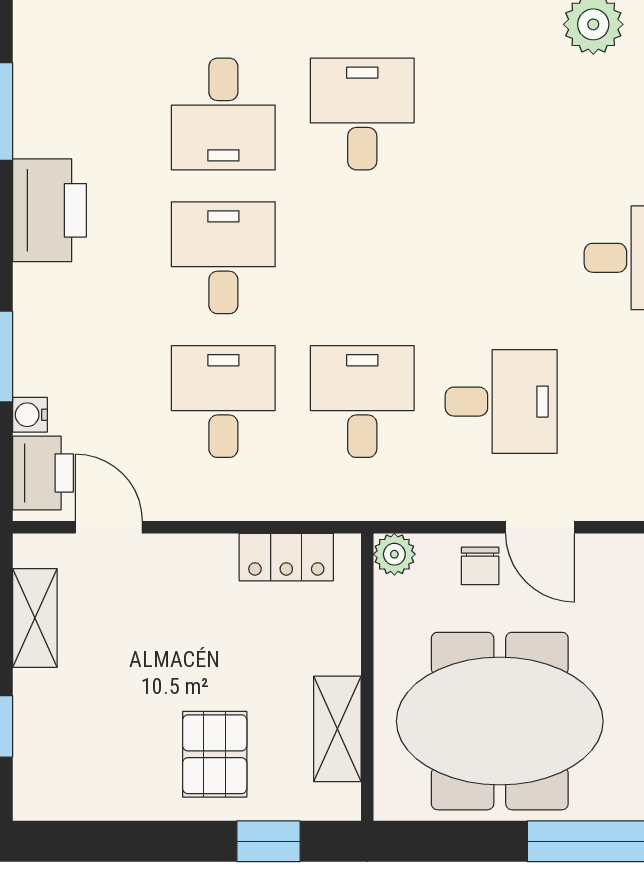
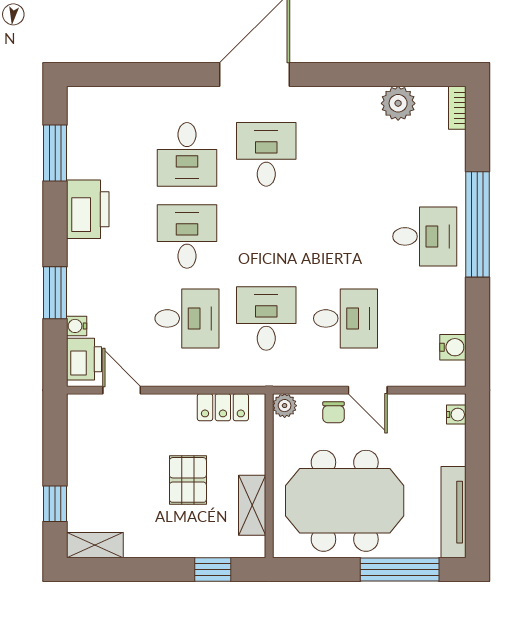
desk: (223, 402) -> (187, 318), turned 90
shelving: (35, 618) -> (95, 545), moved, turned 90
pallet: (215, 754) -> (188, 480), moved

